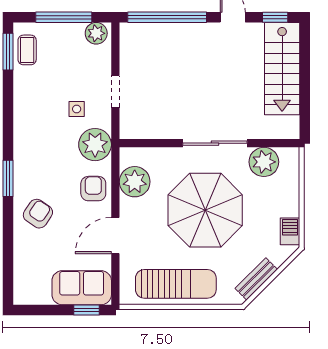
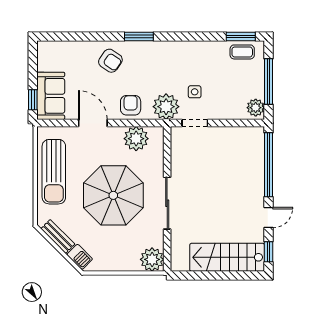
doorway: (115, 92) -> (195, 123), moved
plant: (264, 162) -> (152, 259), moved
armchair: (93, 189) -> (131, 105), turned -90
barbecue: (290, 231) -> (80, 257), moved, turned 45

